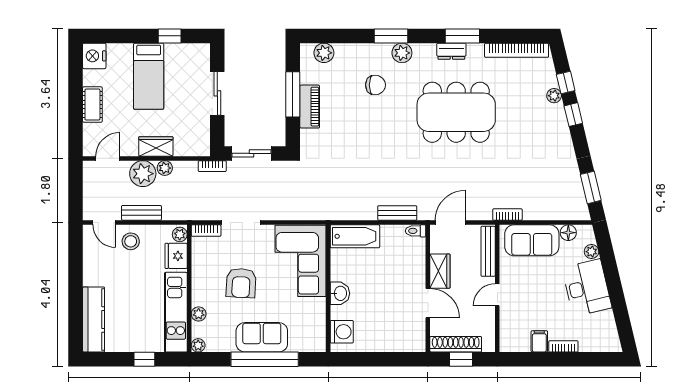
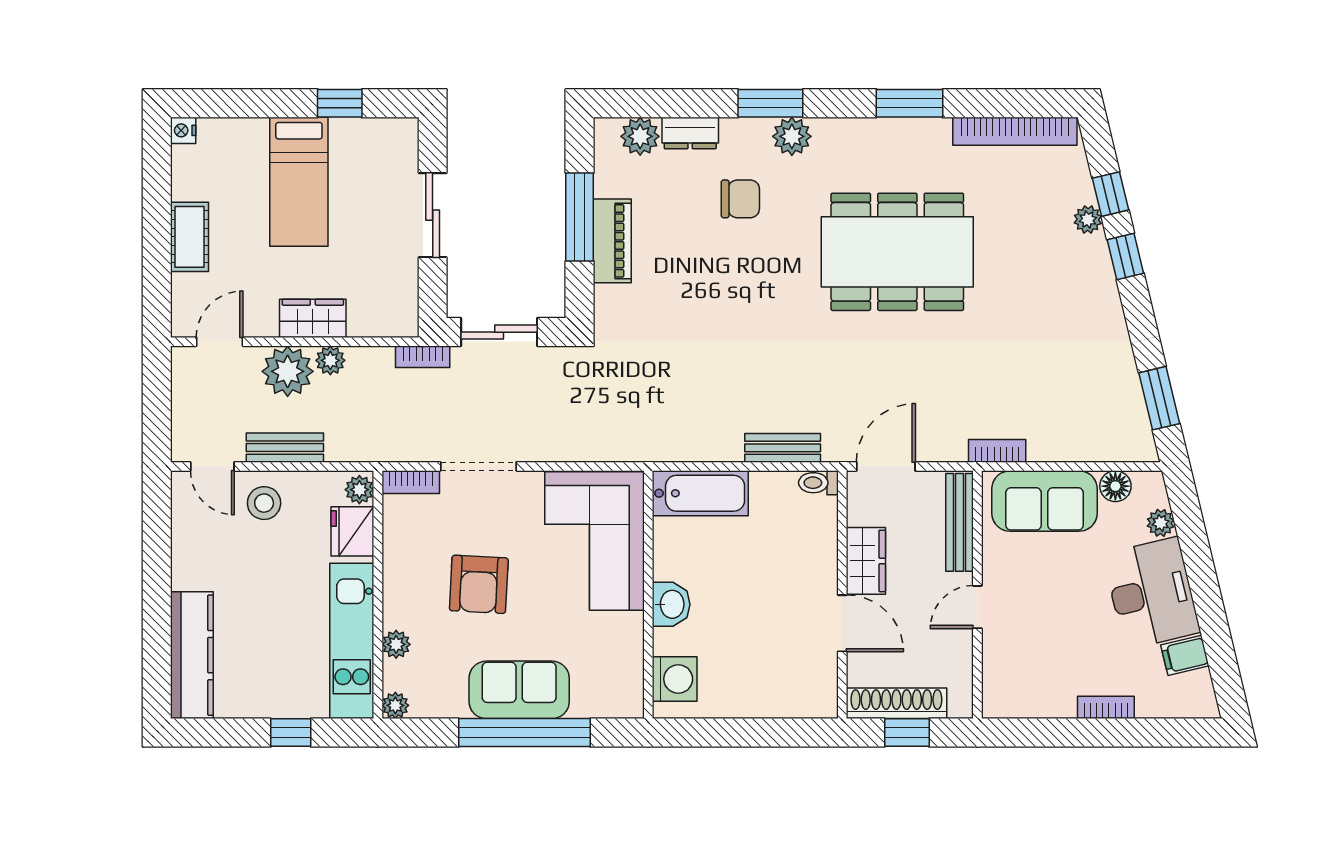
dresser: (451, 51) -> (690, 133), moved
nightstand: (94, 56) -> (183, 130), width x0.53, depth x0.56
filing cabinet: (539, 341) -> (1185, 655), moved, turned -103

